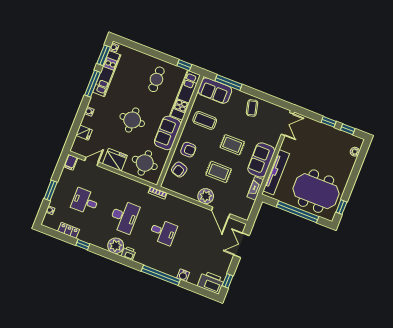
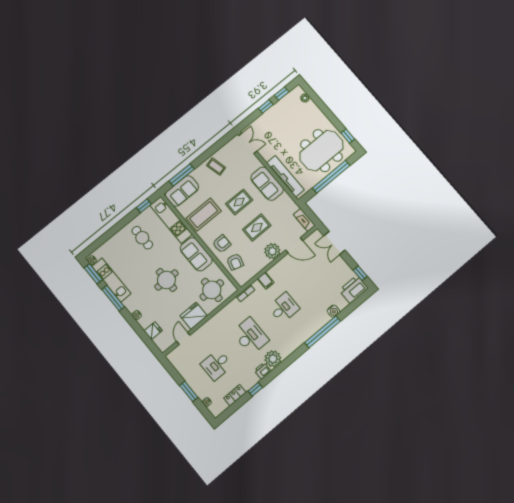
coffee table: (205, 120) -> (204, 215), width x1.36, depth x1.32
filing cabinet: (71, 162) -> (266, 281), moved
fireplace: (255, 188) -> (304, 220), moved
printer: (129, 253) -> (263, 371), moved

